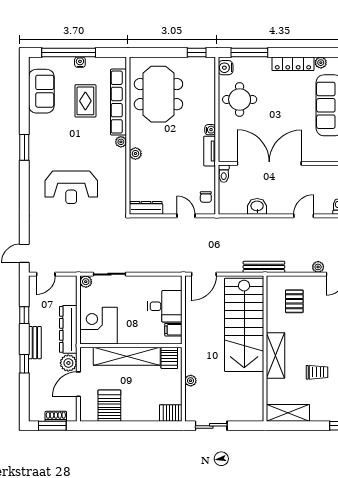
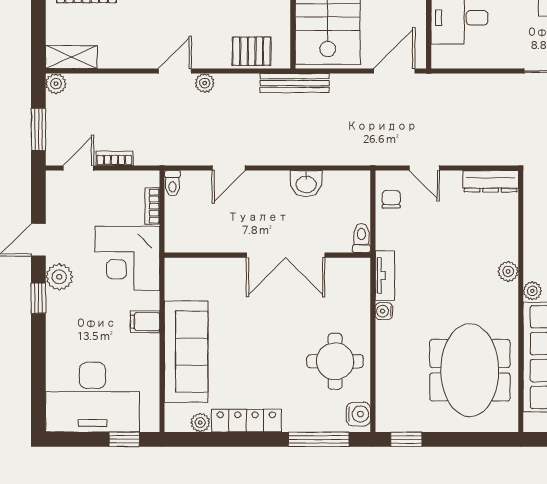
double door: (269, 163) -> (286, 255), width x0.73
pallet: (294, 301) -> (252, 51), moved, turned 90

